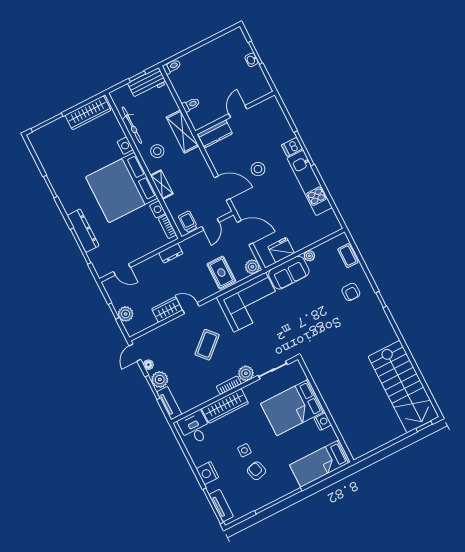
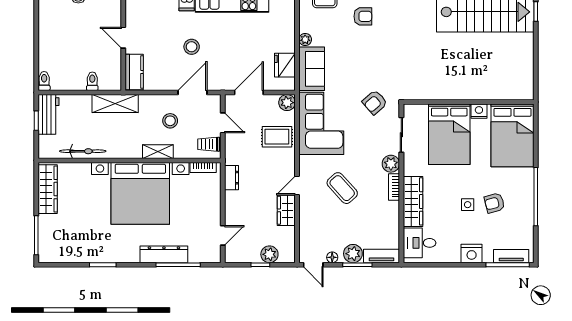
stool: (157, 151) -> (170, 121), moved
armchair: (288, 336) -> (375, 102), added
bed: (320, 463) -> (512, 135), width x1.50

